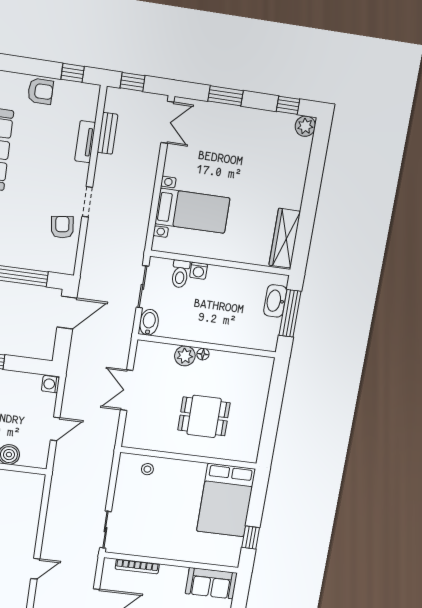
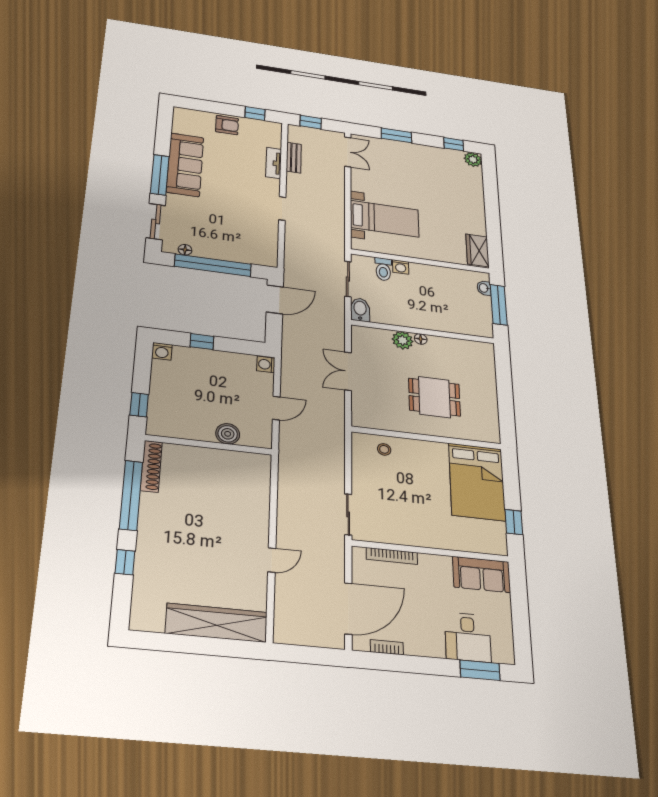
armchair: (62, 227) -> (261, 228), removed
wardrobe: (285, 238) -> (477, 250), width x0.67
washbasin: (275, 301) -> (484, 288), width x0.52, depth x0.69

